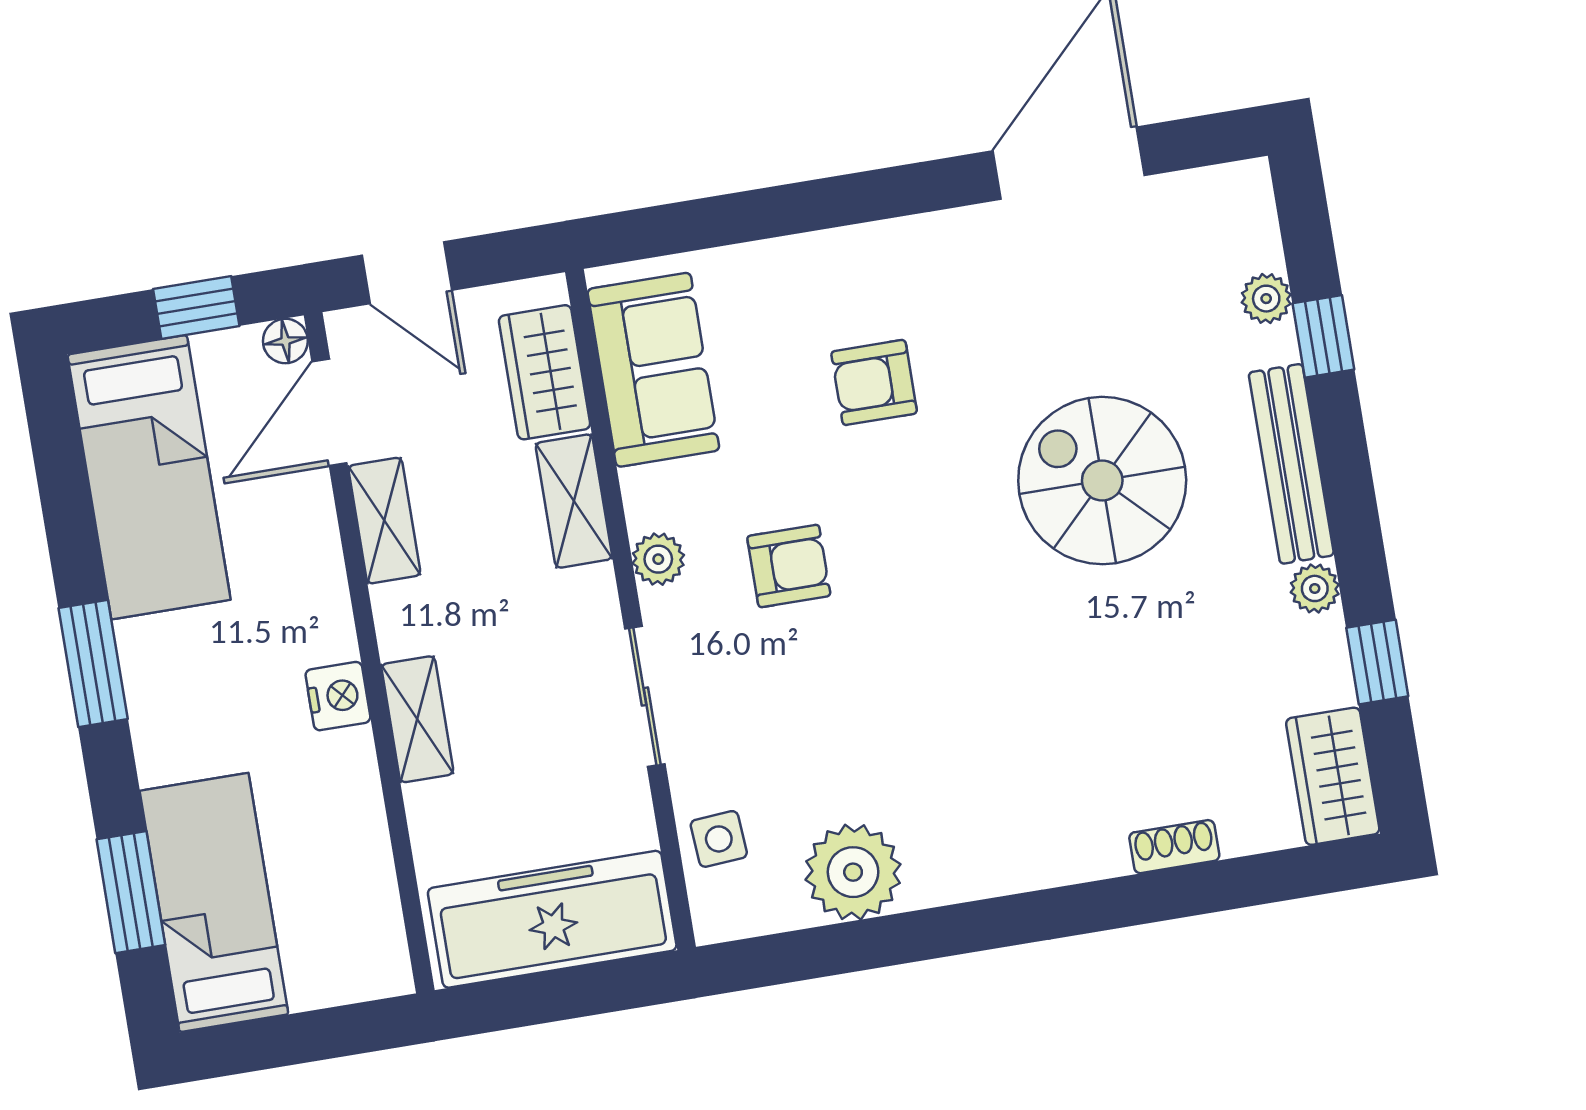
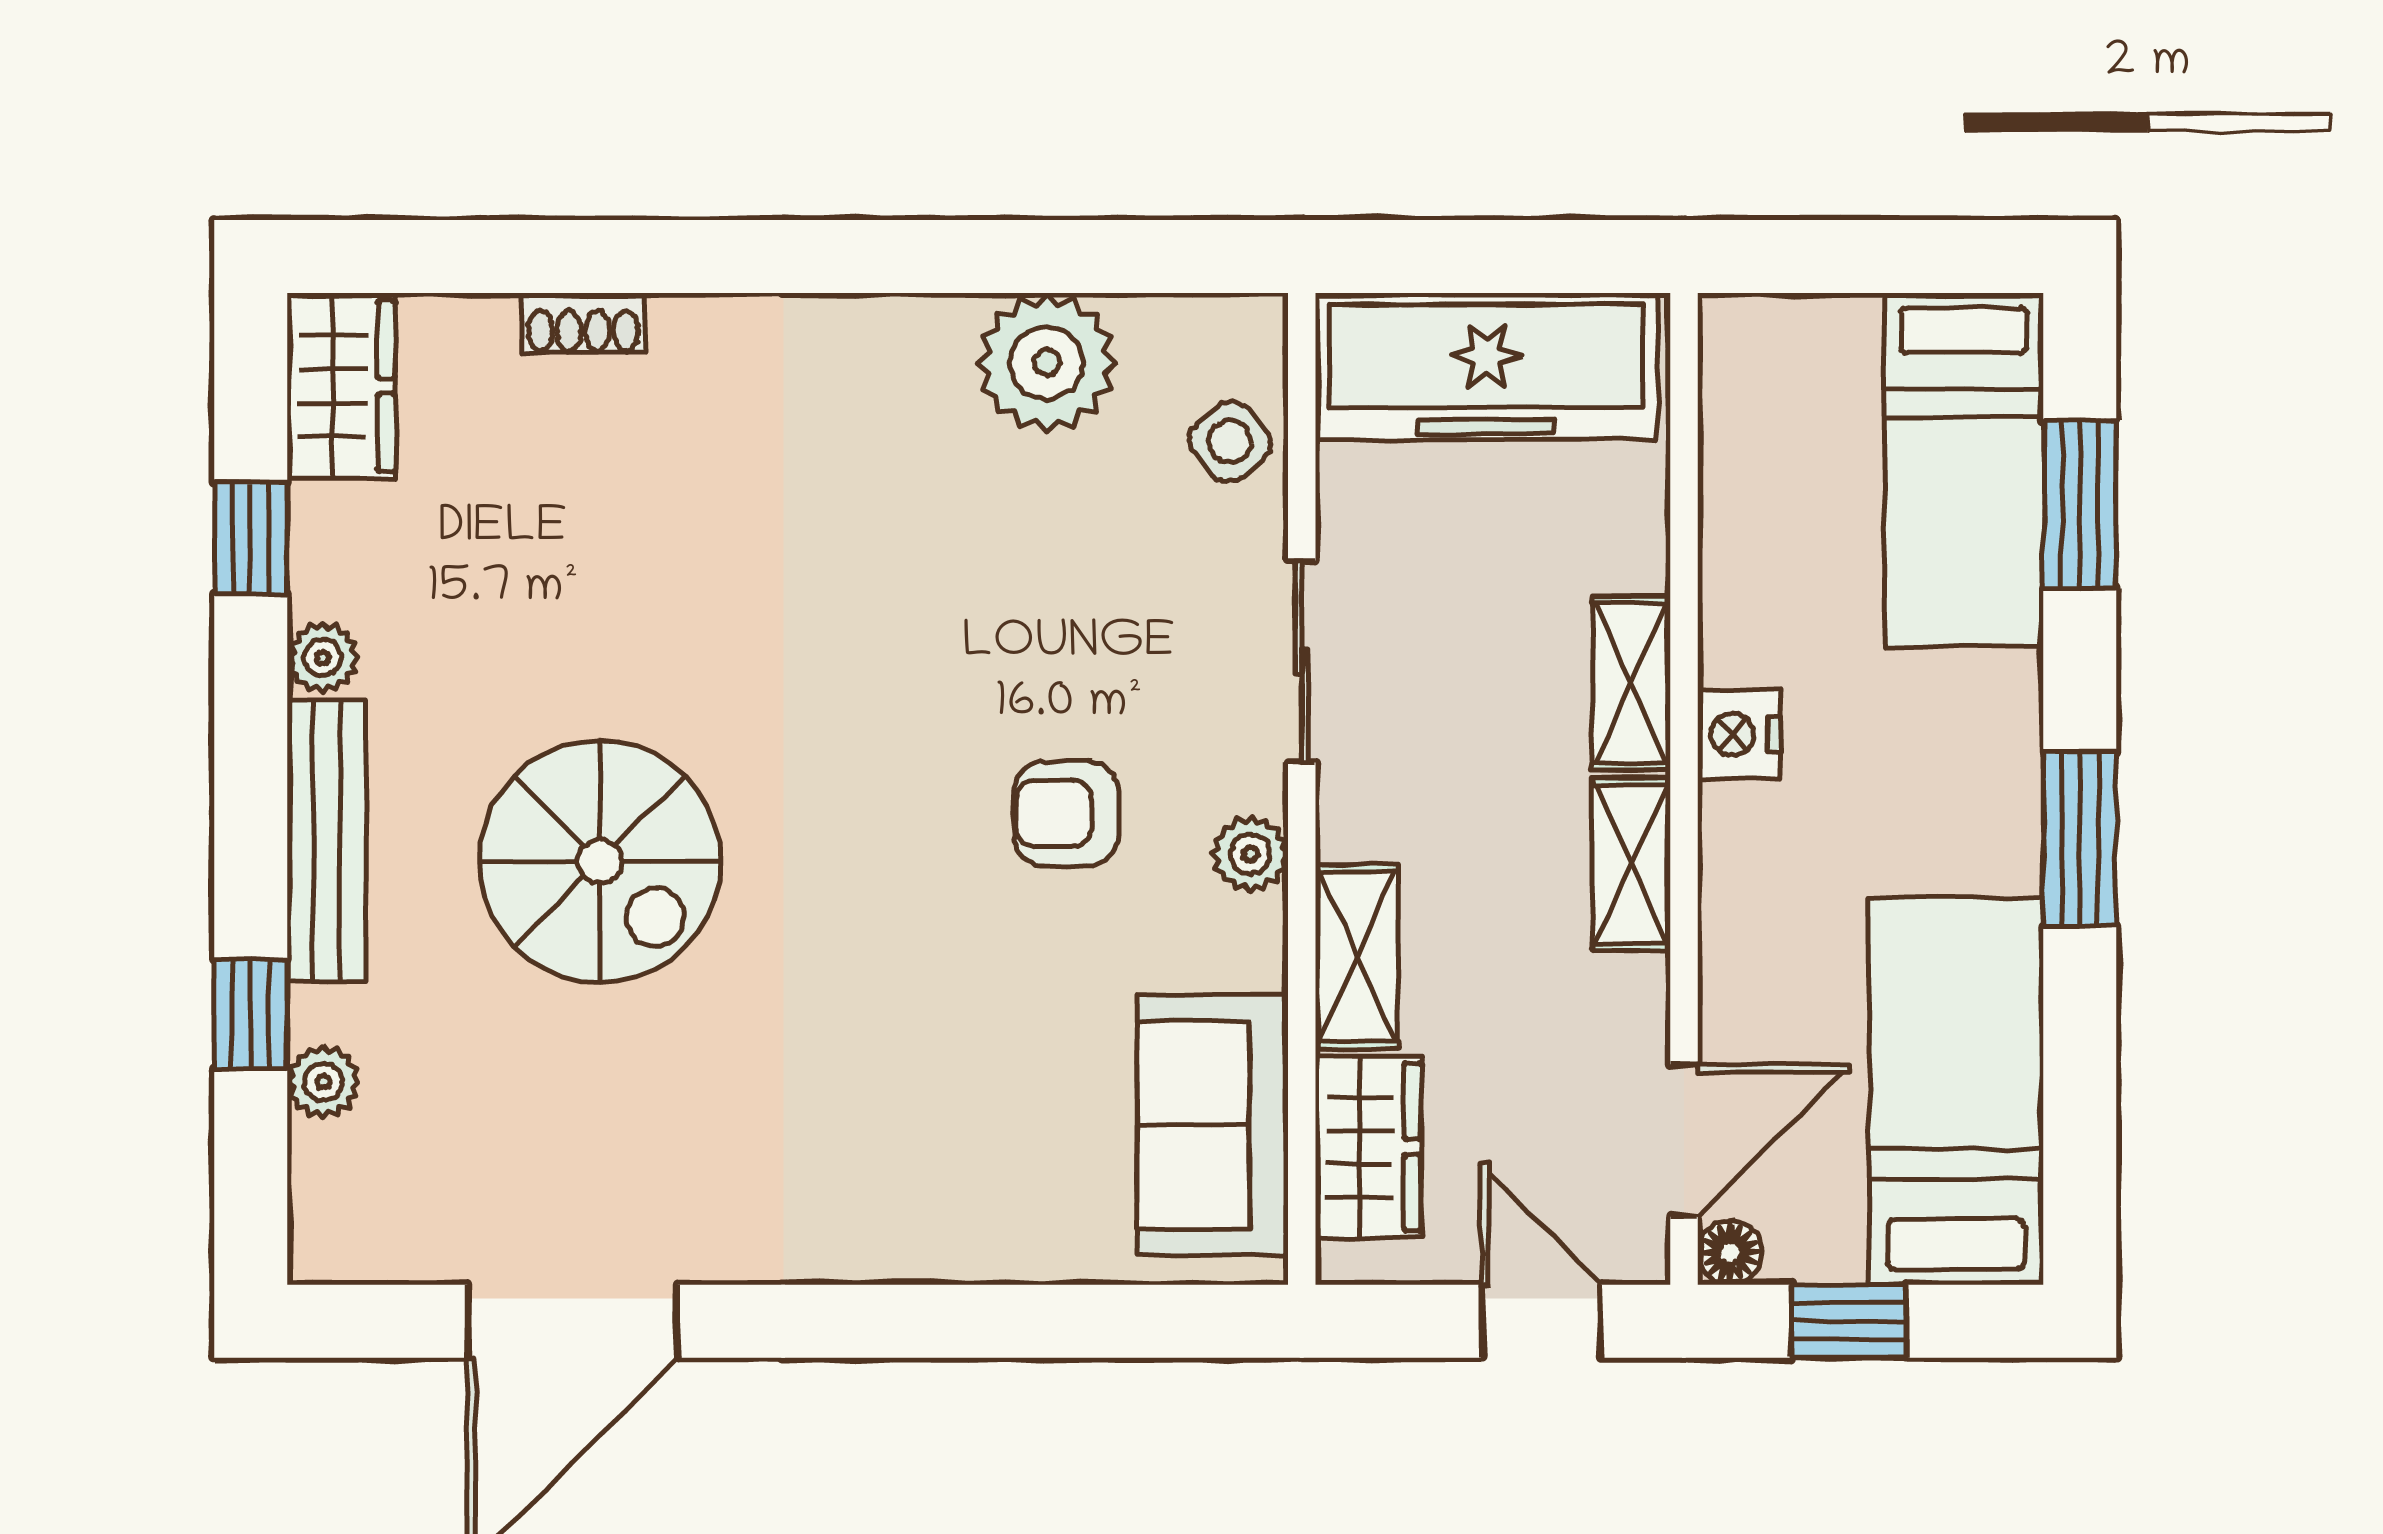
armchair: (874, 382) -> (901, 1055), removed
shelving: (384, 521) -> (1631, 864), moved
side table: (719, 839) -> (1230, 441), turned -36

